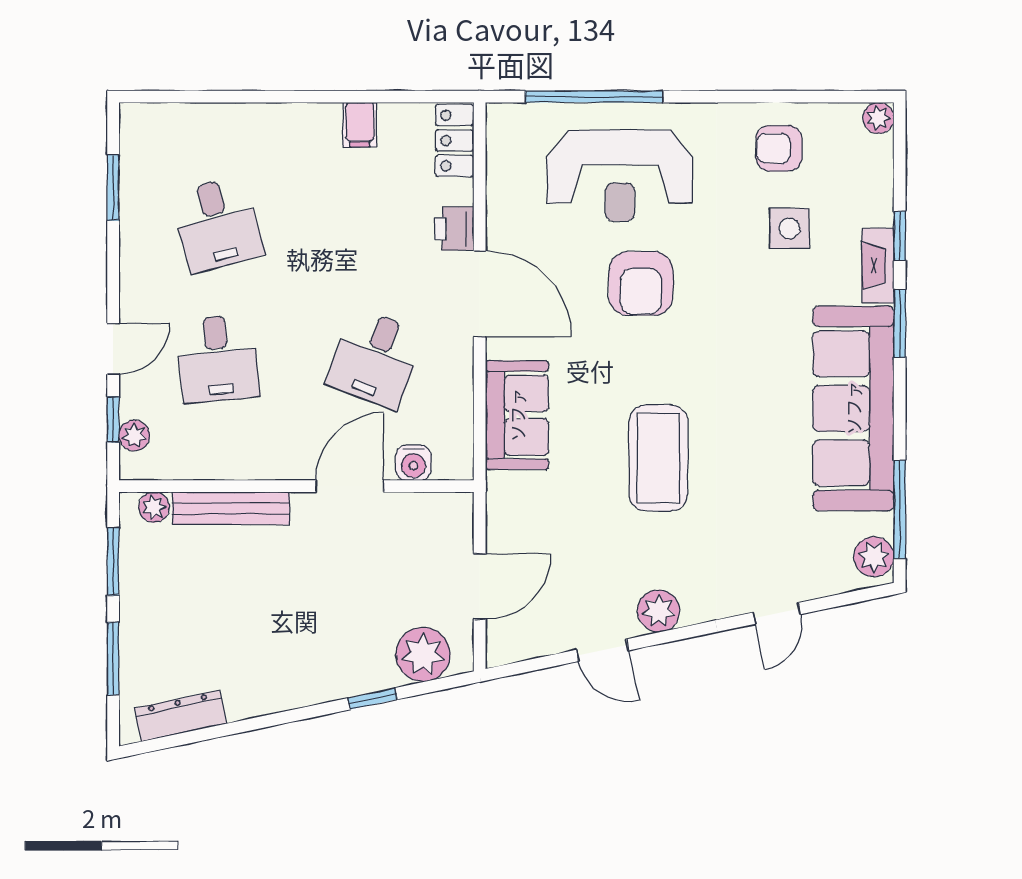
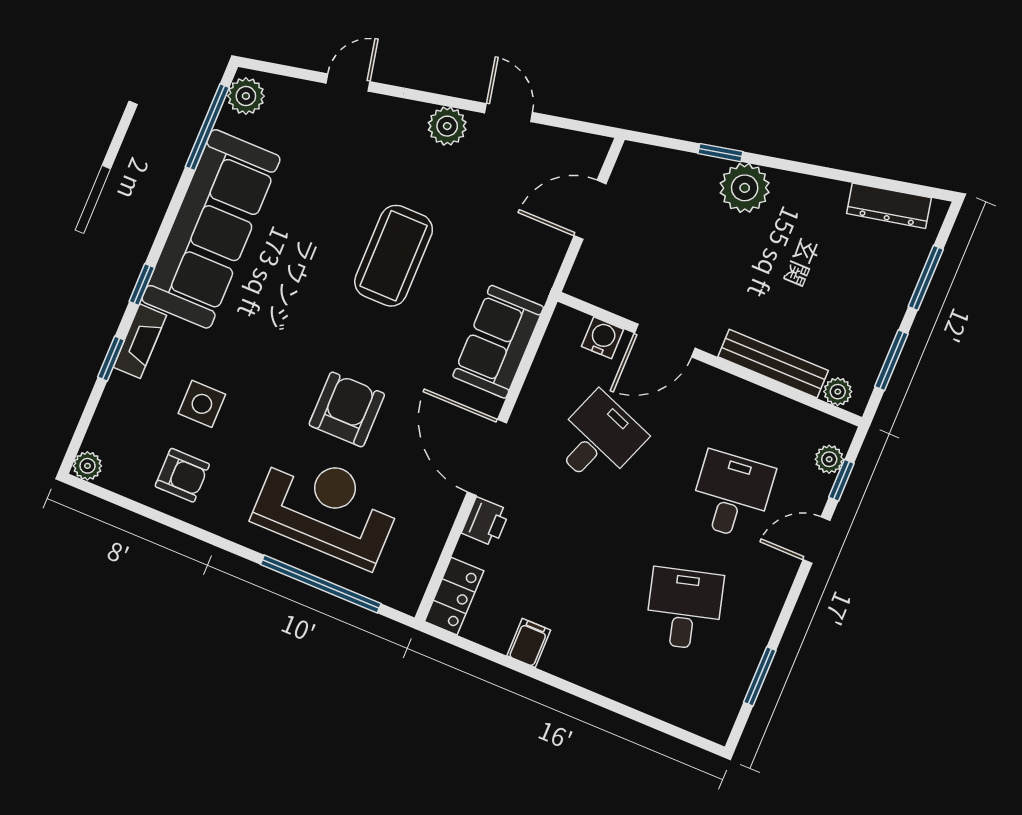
window: (900, 323) -> (142, 284), width x0.67
plant: (423, 654) -> (745, 188), moved

